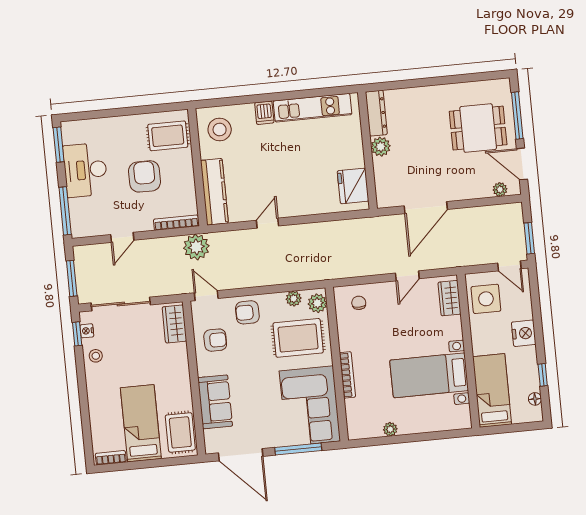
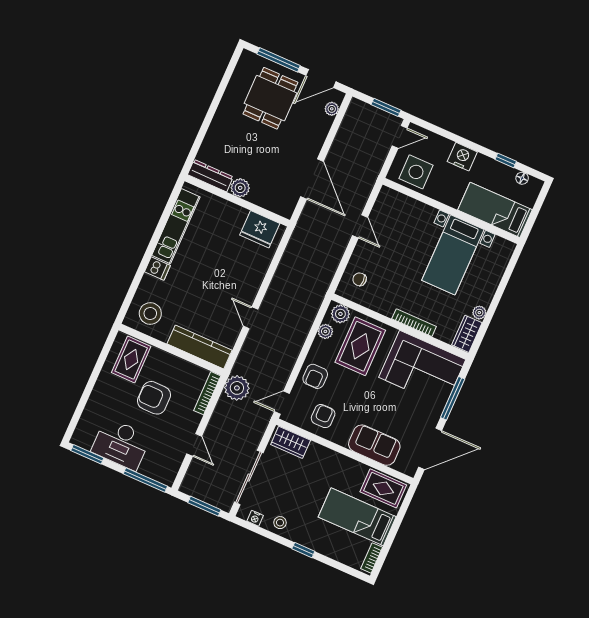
wardrobe: (450, 298) -> (467, 334), moved, turned 90
window: (77, 334) -> (303, 550), moved

